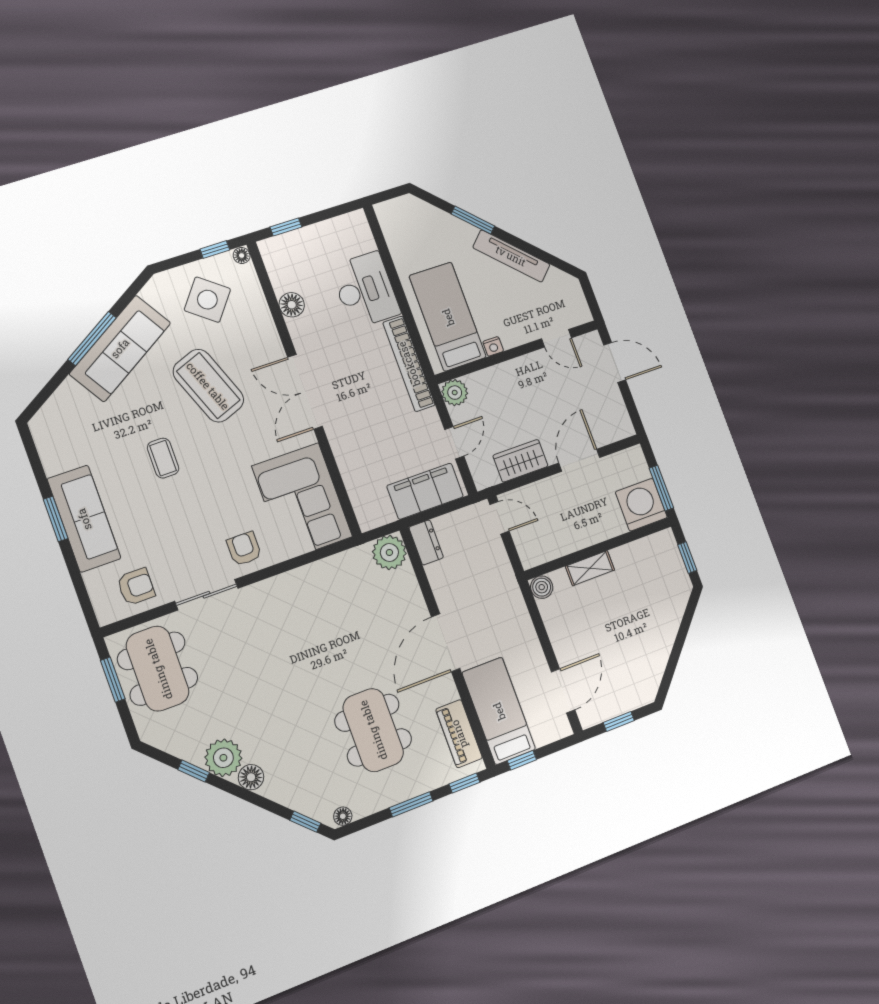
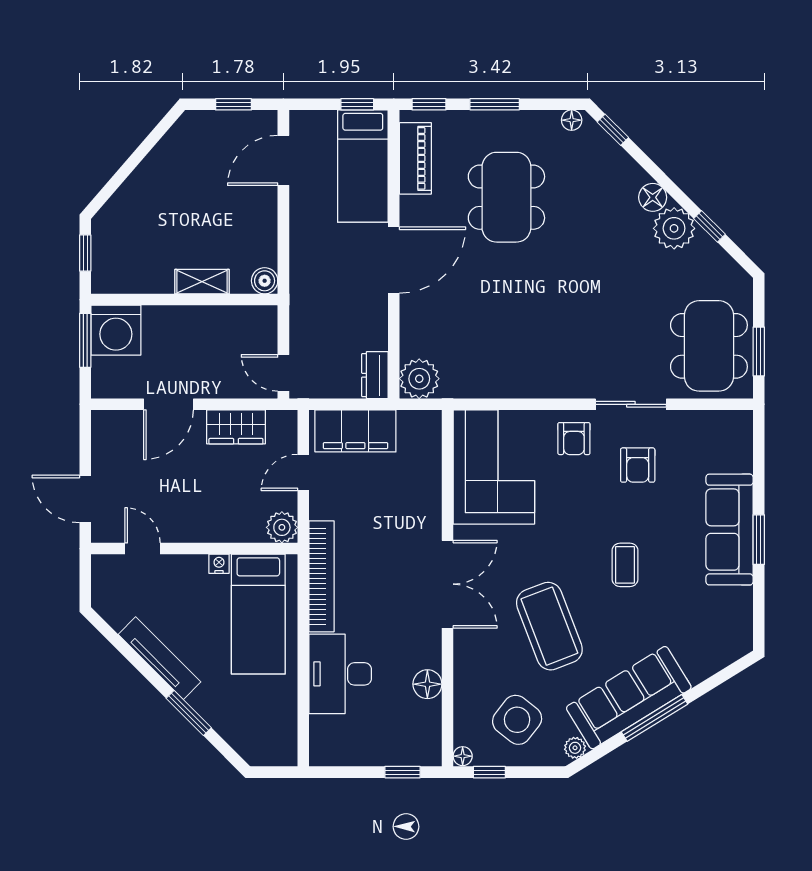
plant: (151, 292) -> (575, 748), added
armchair: (136, 587) -> (638, 465), moved, turned -90

